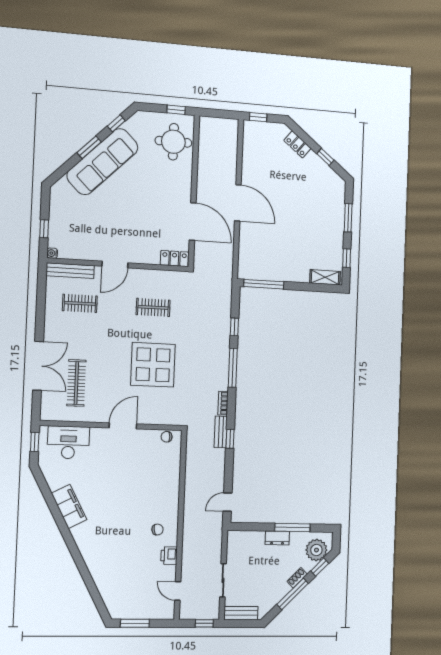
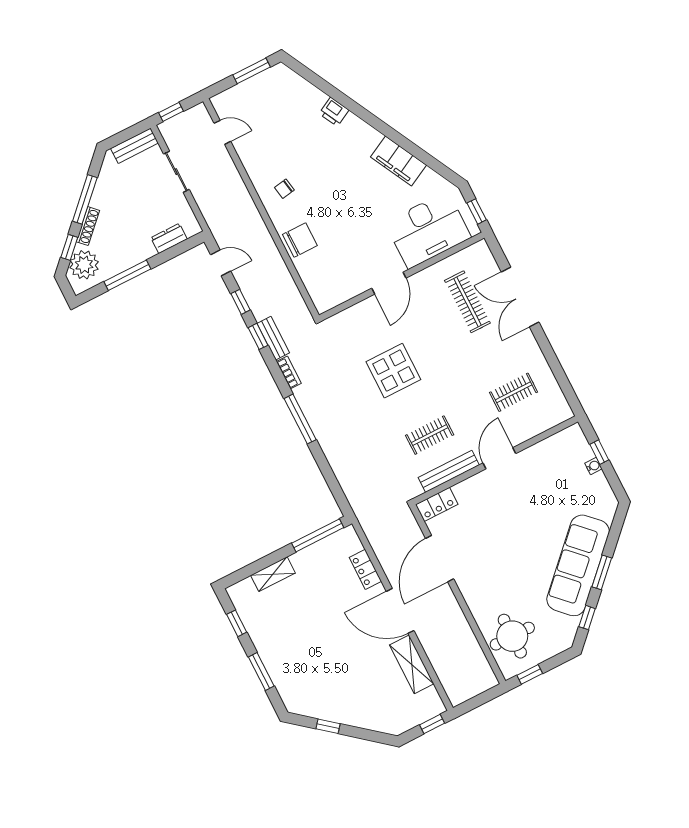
locker: (297, 144) -> (365, 569), moved, turned -129
shelving: (250, 164) -> (412, 664), added
door: (193, 222) -> (440, 559), hinge flipped
water cooler: (52, 253) -> (593, 466), moved
bench: (70, 271) -> (449, 471), moved
shelving: (325, 277) -> (273, 574), moved
window: (234, 327) -> (240, 302), moved
display table: (153, 365) -> (393, 371), width x0.73, depth x0.73
chair: (167, 437) -> (300, 240), moved, width x1.87, depth x1.87
desk: (68, 442) -> (428, 230), width x1.36, depth x1.30
door: (228, 502) -> (221, 263), hinge flipped
dresser: (277, 538) -> (169, 238), moved
printer: (169, 556) -> (334, 112), moved, turned 152
shoe rack: (297, 578) -> (88, 226), width x1.43

